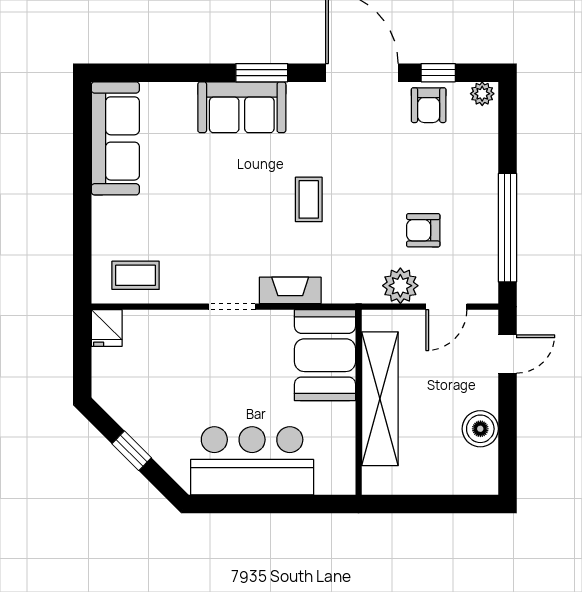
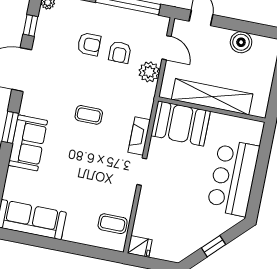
armchair: (429, 105) -> (89, 44), moved
coffee table: (136, 275) -> (113, 224), turned 90

